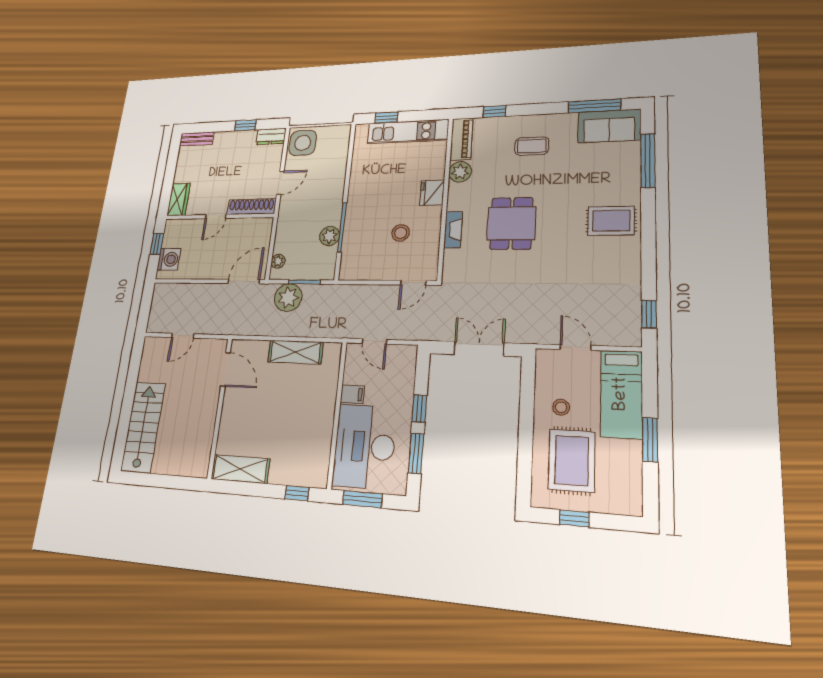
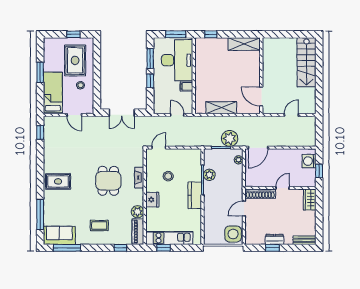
window: (386, 117) -> (163, 248), moved
dresser: (271, 136) -> (274, 239), moved
kitchen counter: (358, 202) -> (195, 195), added

